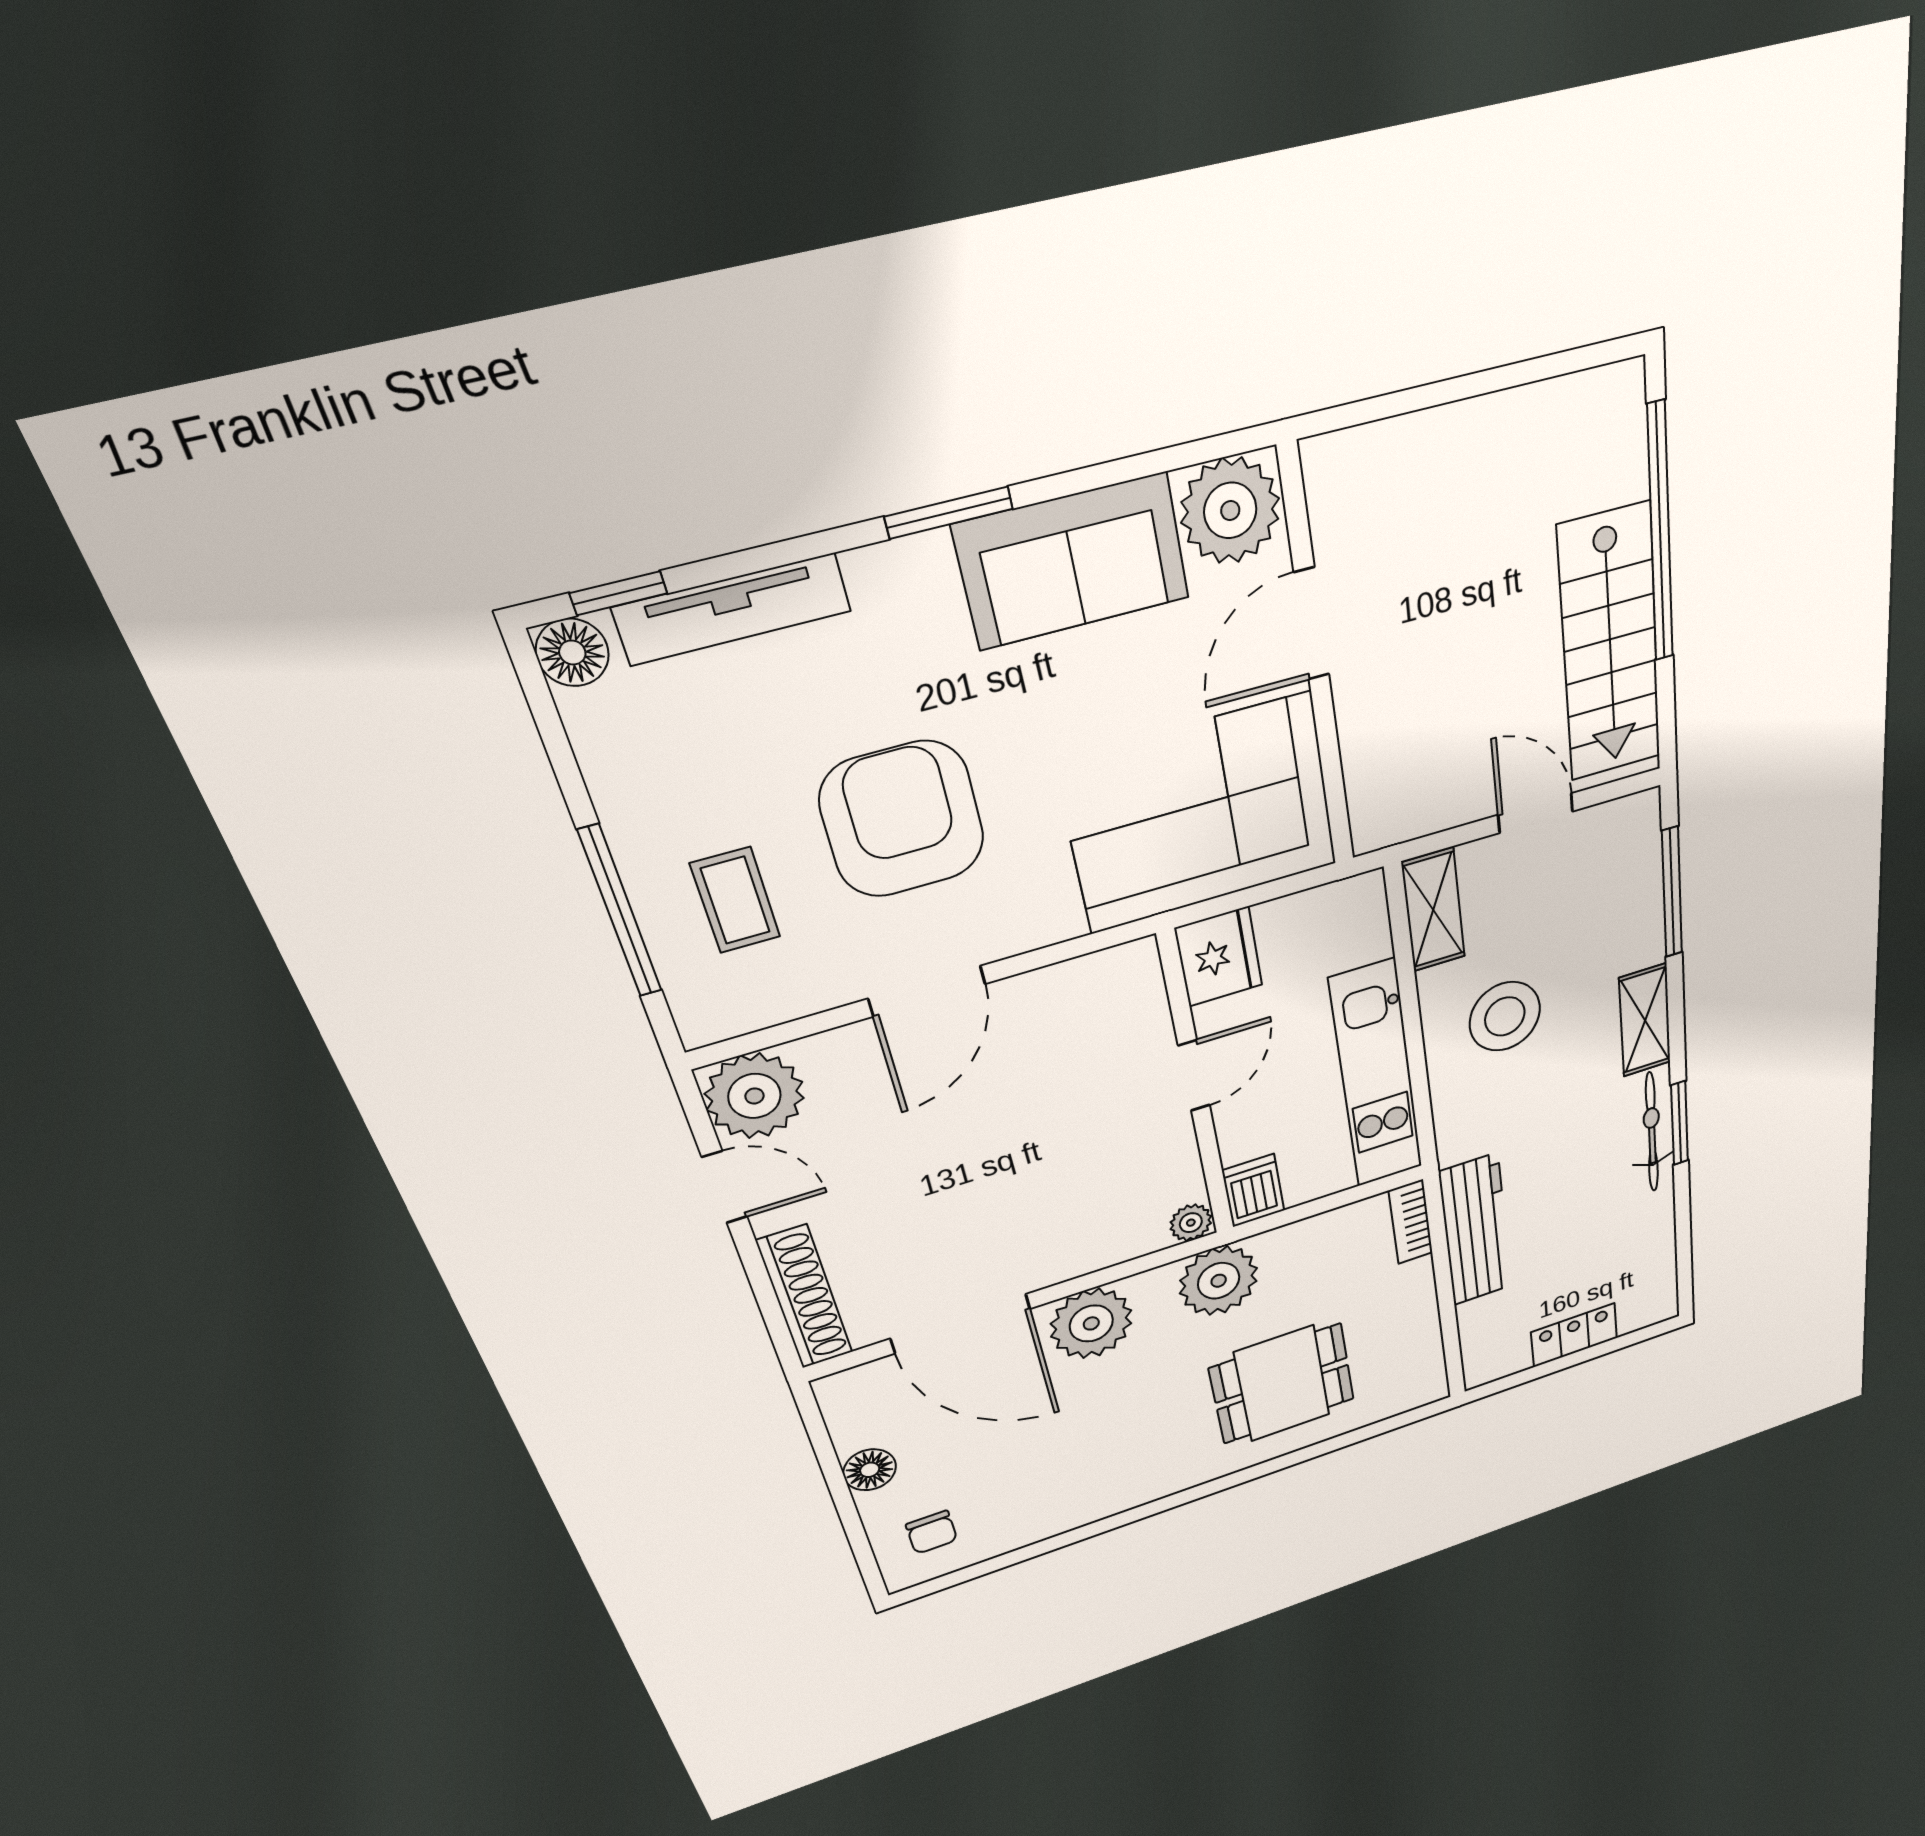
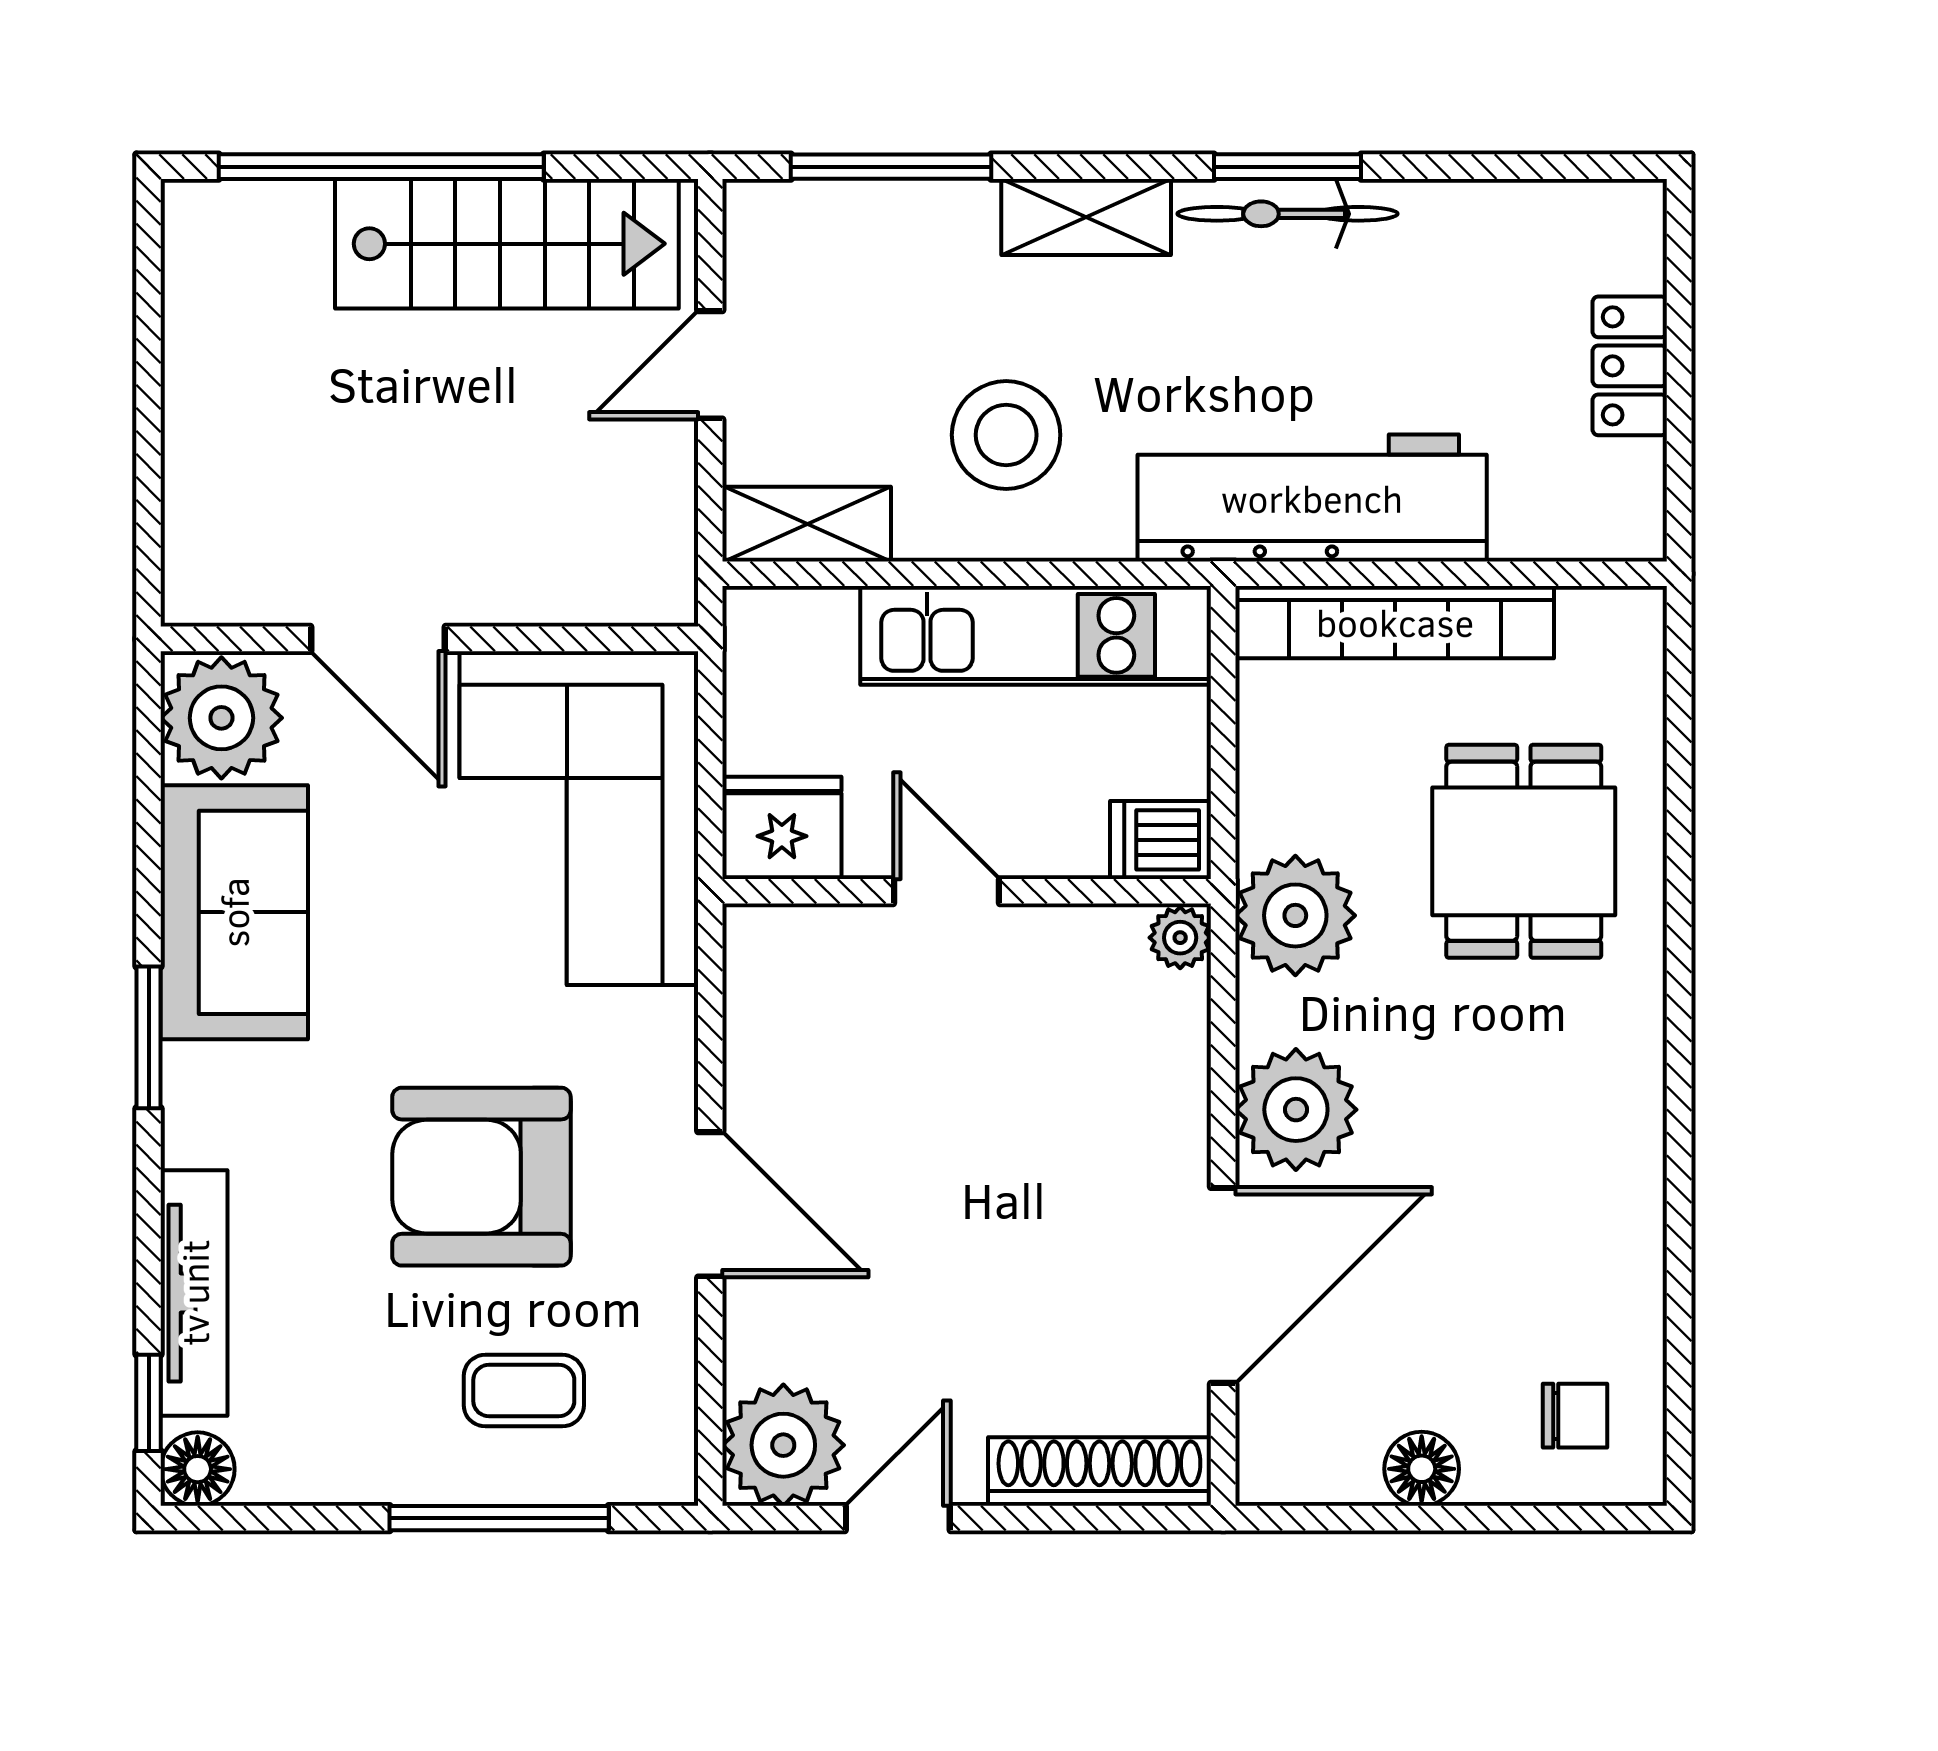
bookcase: (1411, 1222) -> (1395, 622), width x2.31, depth x1.31
workbench: (1476, 1230) -> (1312, 498), width x1.36, depth x1.32

